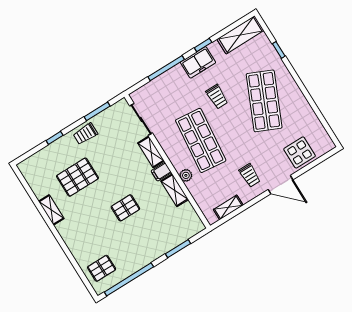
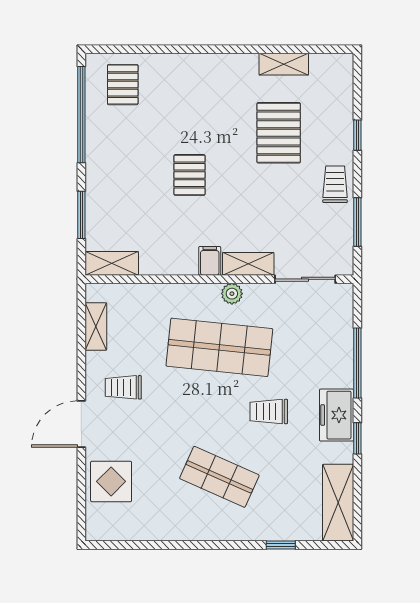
shop shelf: (264, 101) -> (219, 477), width x0.70, depth x0.74
plant: (186, 175) -> (232, 294), moved
shelving: (175, 190) -> (112, 263), moved
shelving: (51, 210) -> (284, 64), moved

